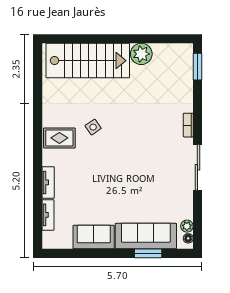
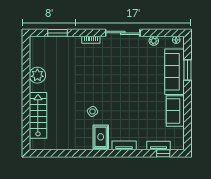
stairs: (88, 61) -> (38, 115), width x0.73, depth x0.66
window: (197, 67) -> (58, 33), moved
tv unit: (48, 182) -> (124, 145), moved
window: (38, 221) -> (163, 153), added
plant: (187, 226) -> (154, 41), moved

